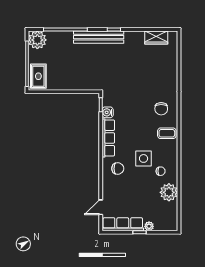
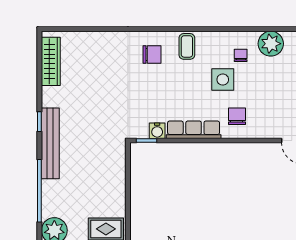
wardrobe: (156, 37) -> (51, 61), width x1.50

